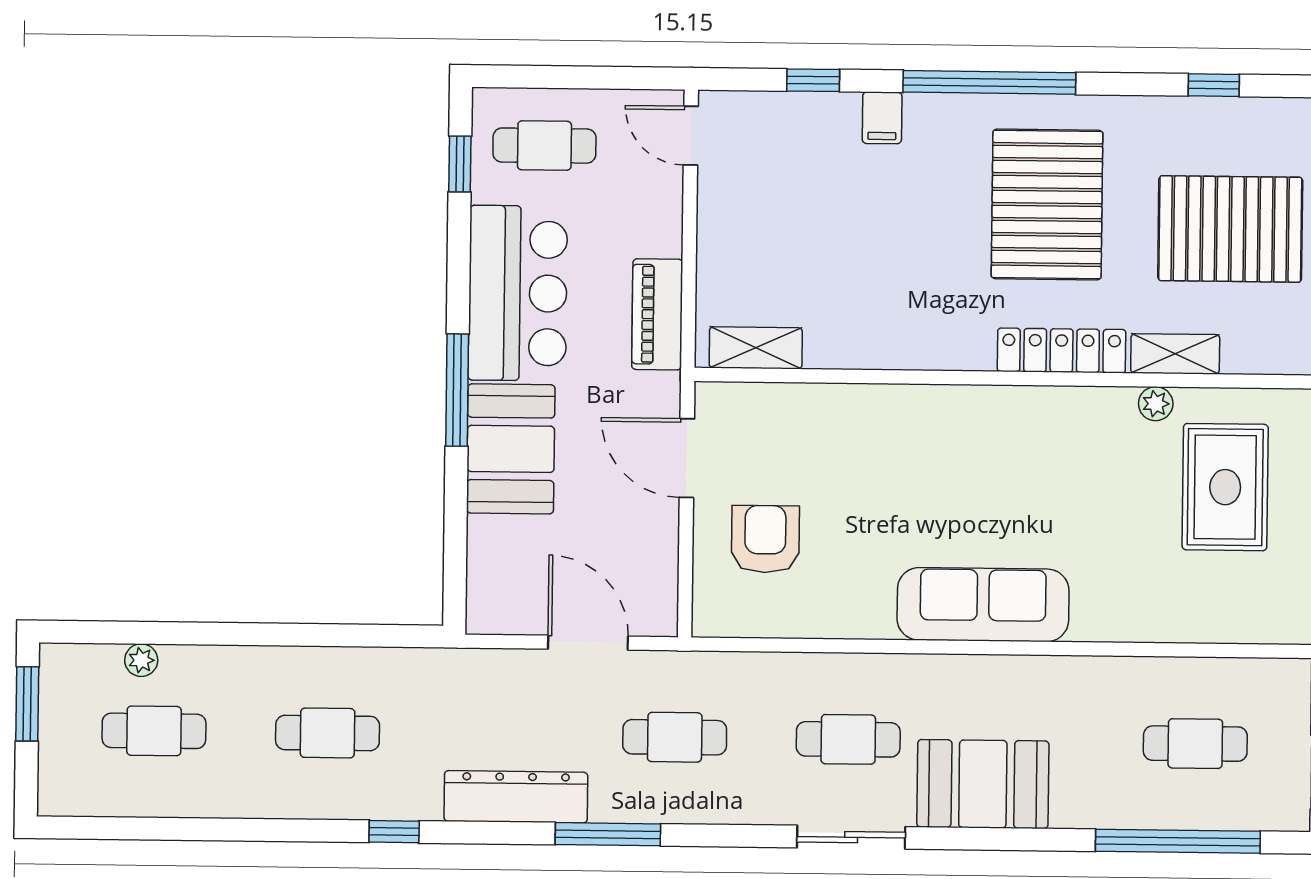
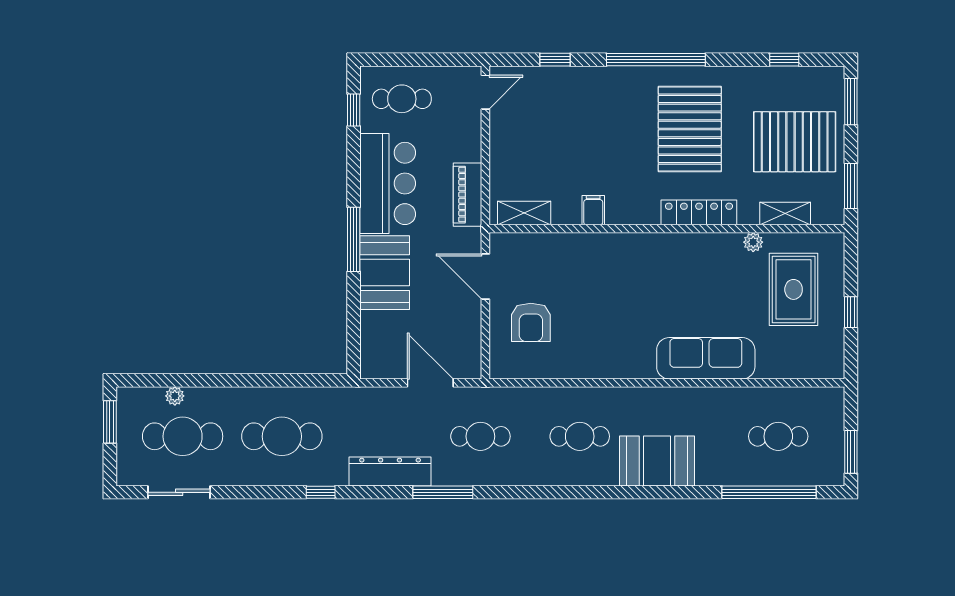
filing cabinet: (882, 118) -> (593, 210), moved, turned 180
door: (691, 136) -> (485, 92), swing flipped
shelving: (1175, 354) -> (785, 214), moved
armchair: (765, 539) -> (531, 322), turned 180
sofa: (983, 605) -> (706, 358), moved
cafe table: (154, 731) -> (183, 436), width x1.37, depth x1.35
cafe table: (328, 733) -> (282, 436), width x1.37, depth x1.35
sliding door: (851, 837) -> (179, 492), moved

